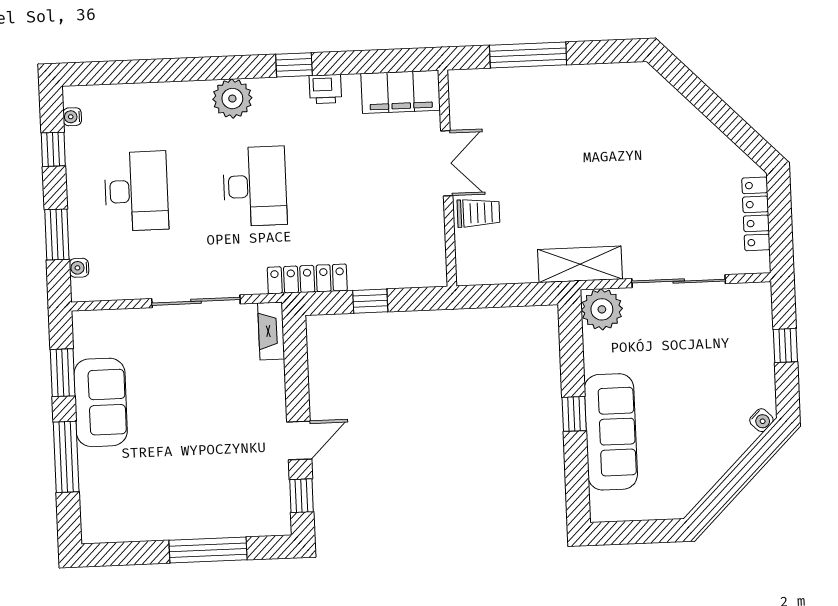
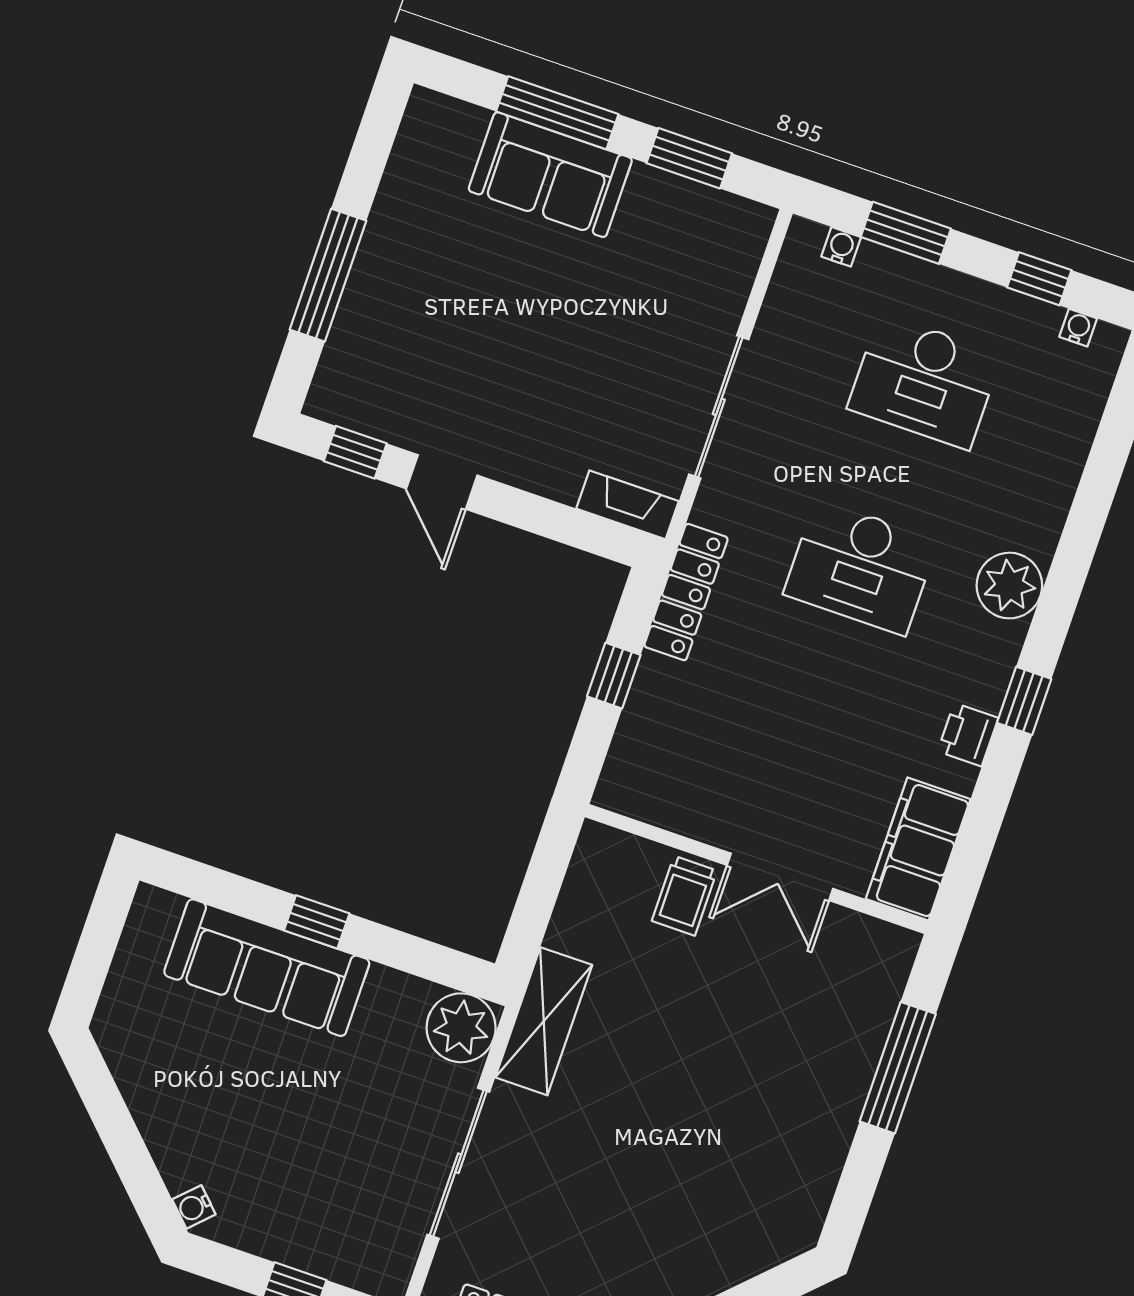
sofa: (101, 402) -> (550, 175), moved

